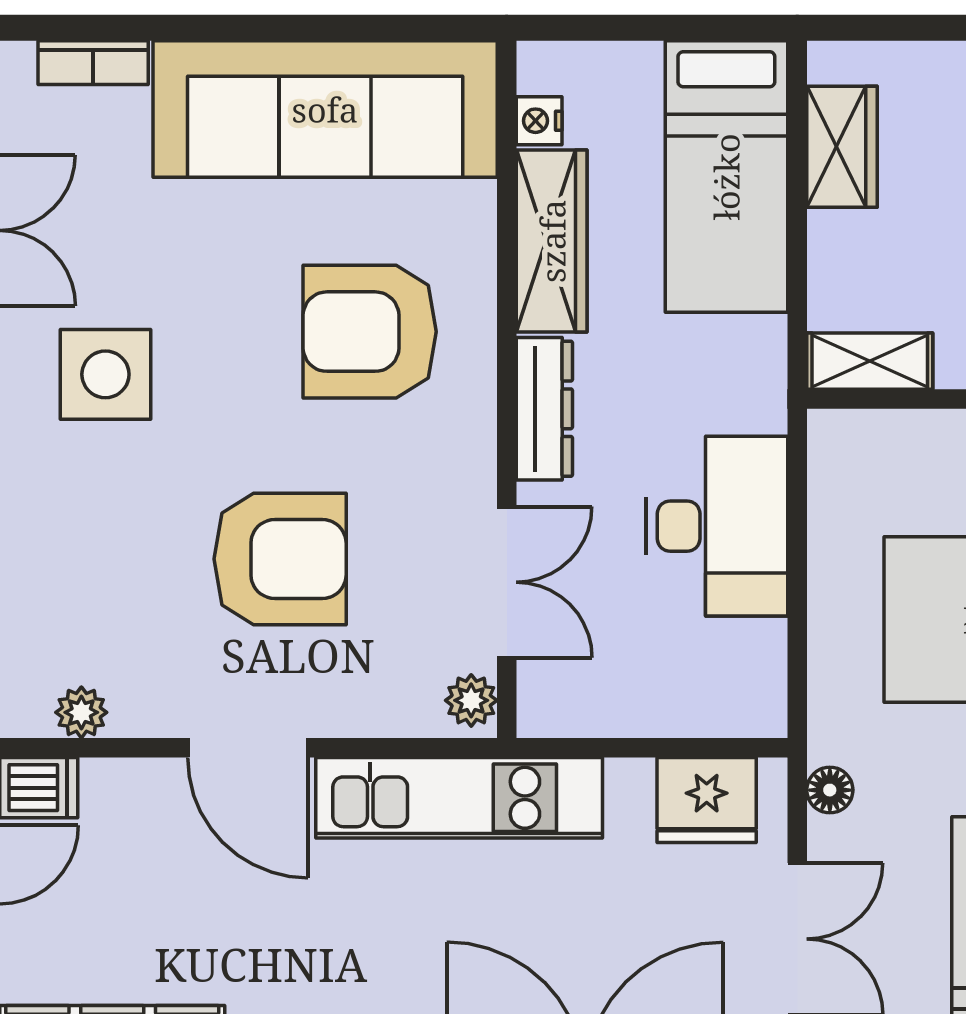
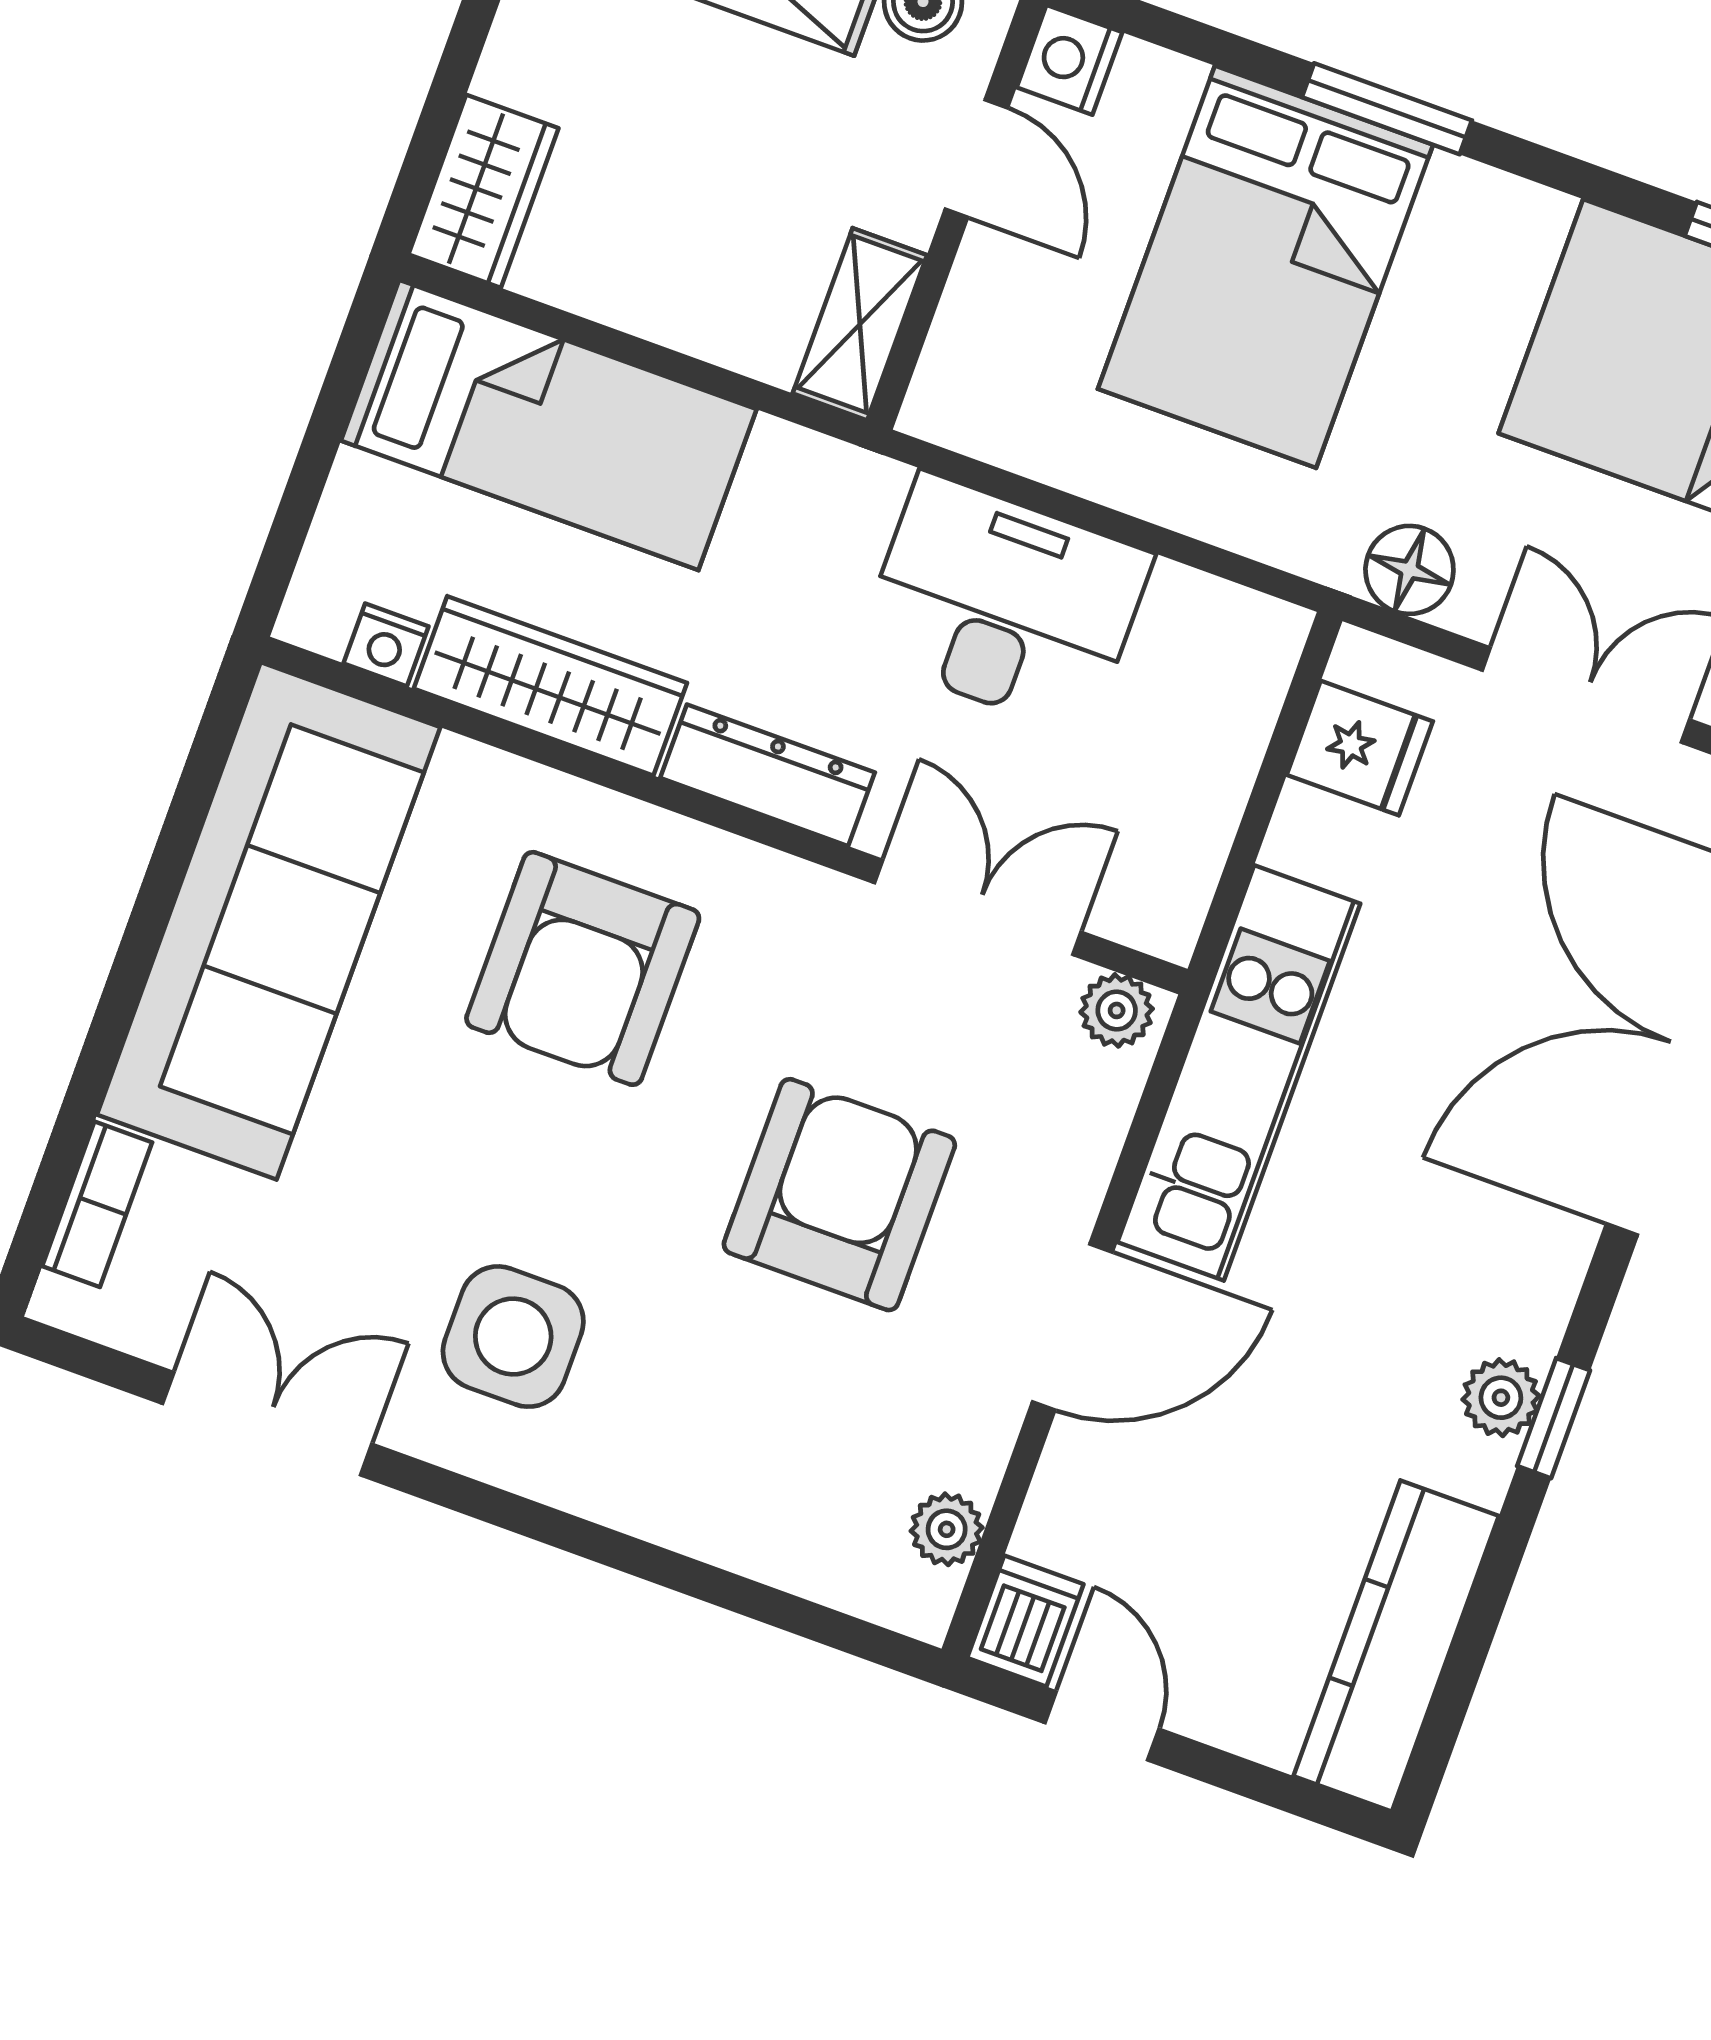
wardrobe: (842, 147) -> (483, 191), moved, turned 90
floor lamp: (830, 790) -> (1409, 570), width x1.37, depth x1.37
fridge: (707, 800) -> (1360, 748), width x0.72

